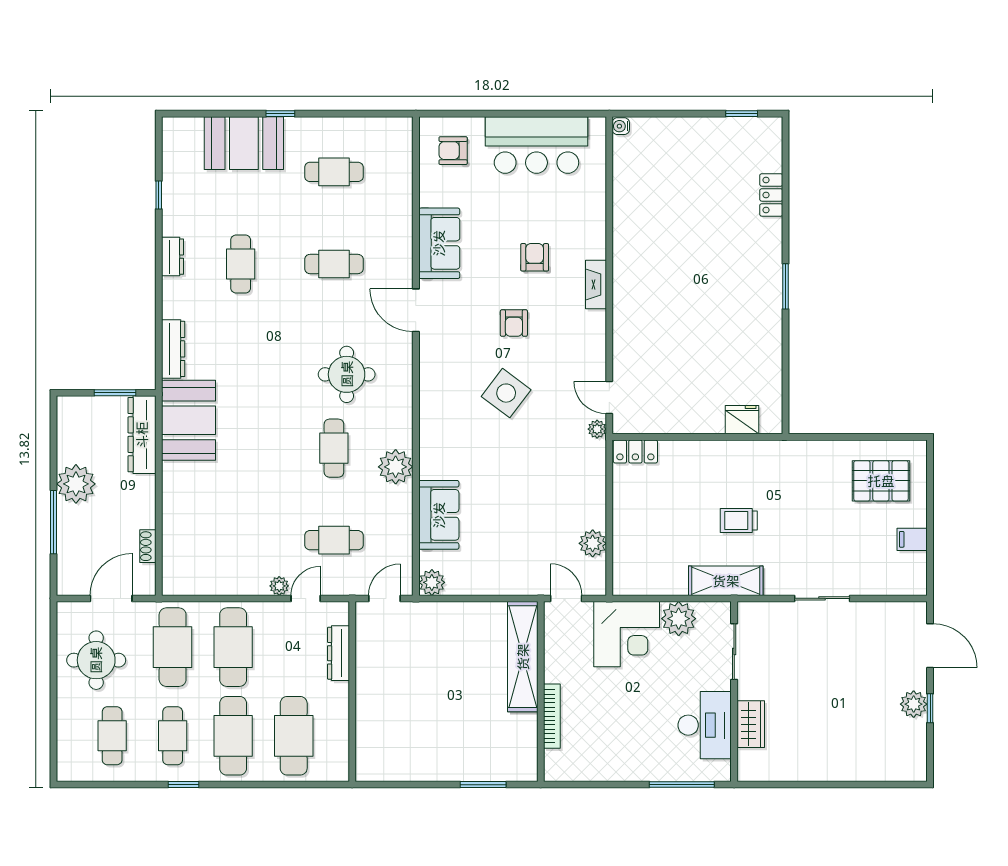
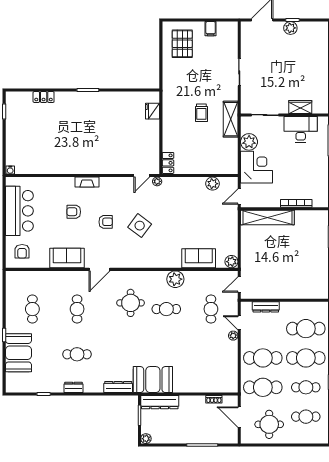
plant: (76, 484) -> (146, 439), moved, width x0.53, depth x0.53
door: (384, 598) -> (239, 285), hinge flipped

